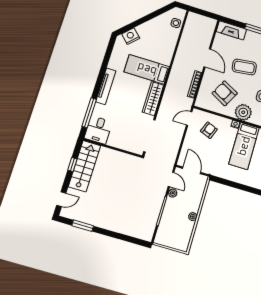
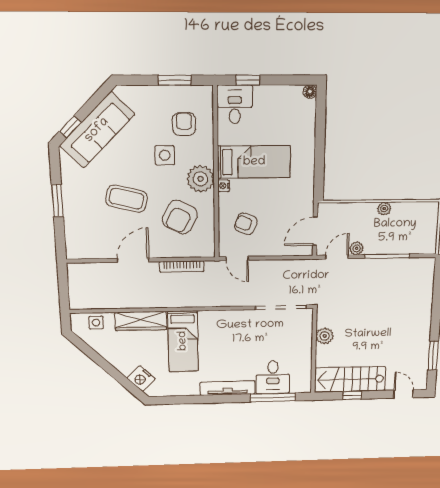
fireplace: (231, 30) -> (74, 236), removed
coffee table: (244, 67) -> (126, 199), turned -70
wardrobe: (153, 99) -> (141, 321), moved
desk: (98, 130) -> (273, 377), moved, turned 90
plant: (121, 158) -> (325, 336), added

